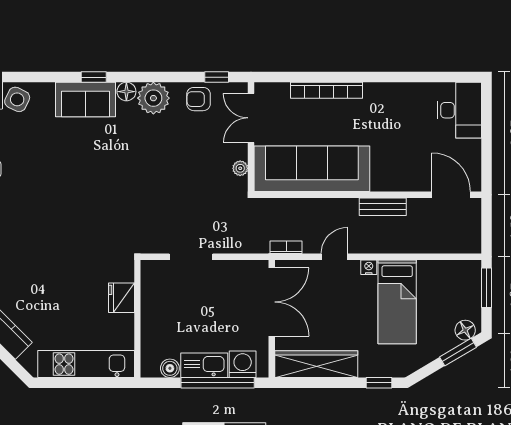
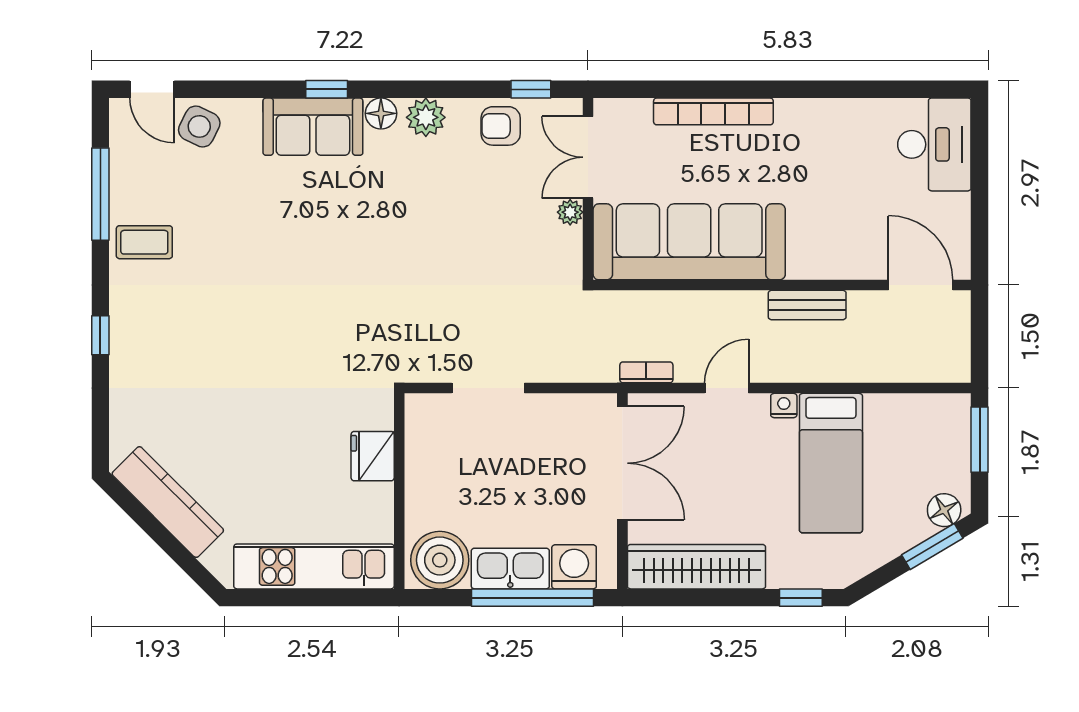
plant: (153, 98) -> (426, 117), width x0.73, depth x0.73
plant: (240, 168) -> (570, 212), moved
boiler: (170, 368) -> (440, 560), width x1.86, depth x1.86

